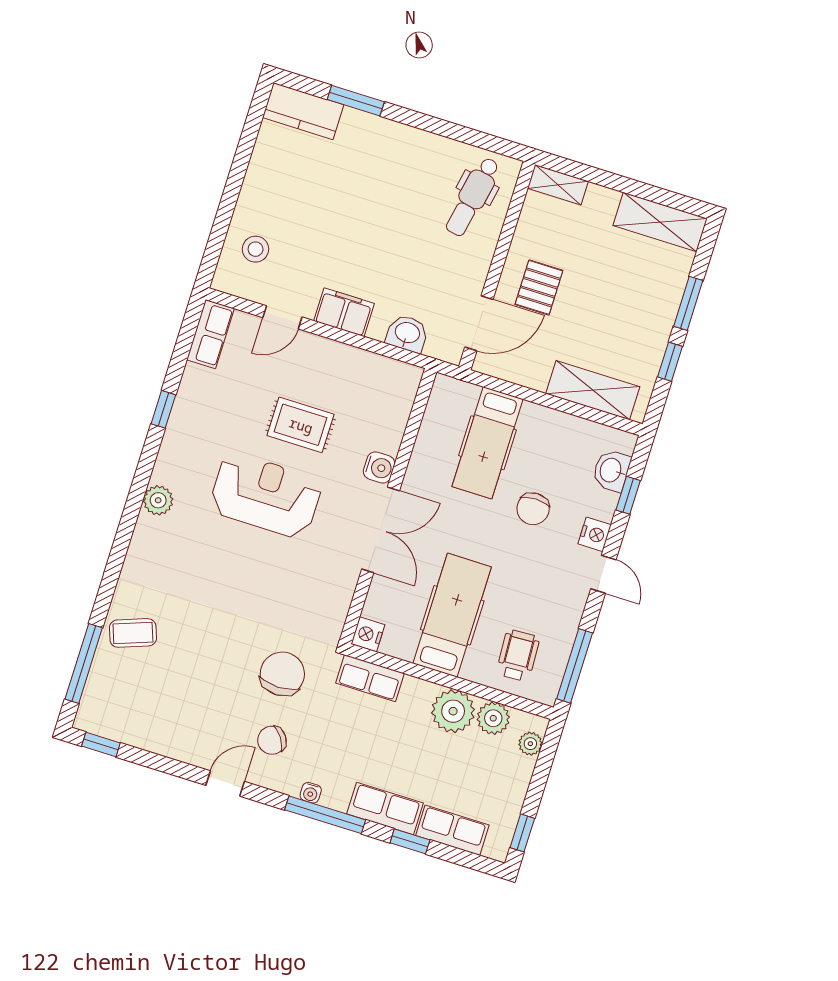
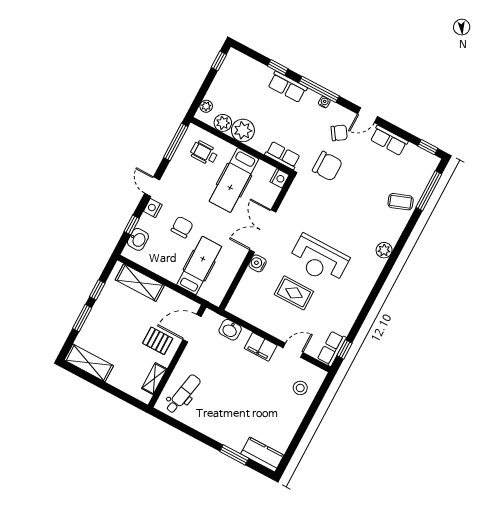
shelving: (558, 185) -> (154, 379), moved, turned 90
pallet: (539, 287) -> (158, 341), turned 90
window: (163, 409) -> (344, 349), moved
plant: (158, 500) -> (384, 250), moved
wheelchair: (518, 656) -> (204, 153), turned 93
chair: (282, 674) -> (327, 166), turned -90
row of seats: (452, 830) -> (389, 140), moved

